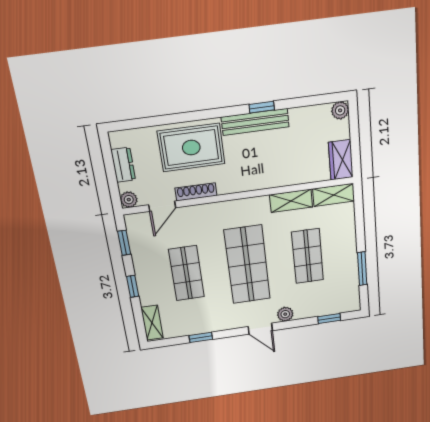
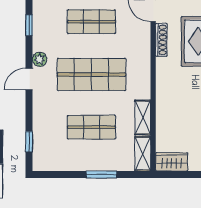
window: (362, 269) -> (101, 175), moved
plant: (285, 314) -> (40, 59), moved

